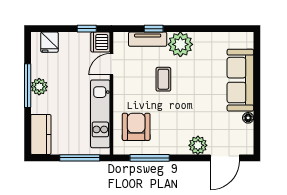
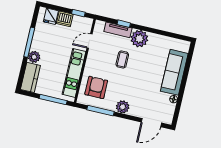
dishwasher: (100, 42) -> (65, 19), moved, turned -90
plant: (39, 87) -> (34, 57), moved
plant: (198, 145) -> (123, 107), moved

